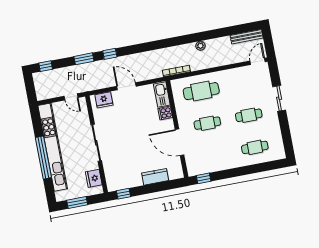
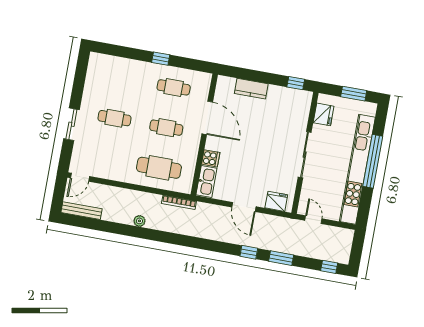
cafe table: (255, 147) -> (174, 87), moved
window: (204, 178) -> (161, 59), moved

